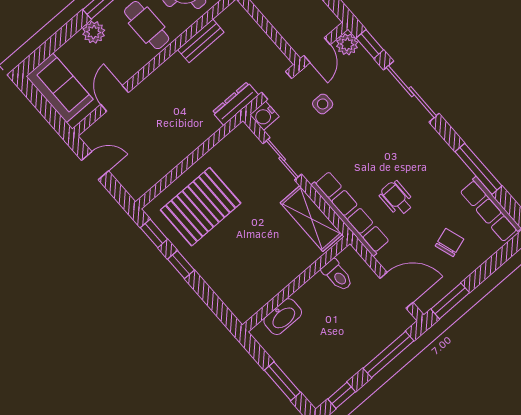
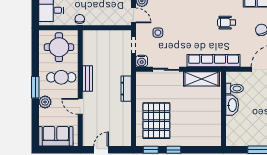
bench: (201, 41) -> (87, 78), moved
door: (115, 98) -> (80, 106), moved
dresser: (235, 103) -> (126, 89), moved
wheelchair: (397, 198) -> (227, 23), moved
washbasin: (283, 317) -> (232, 105), moved

